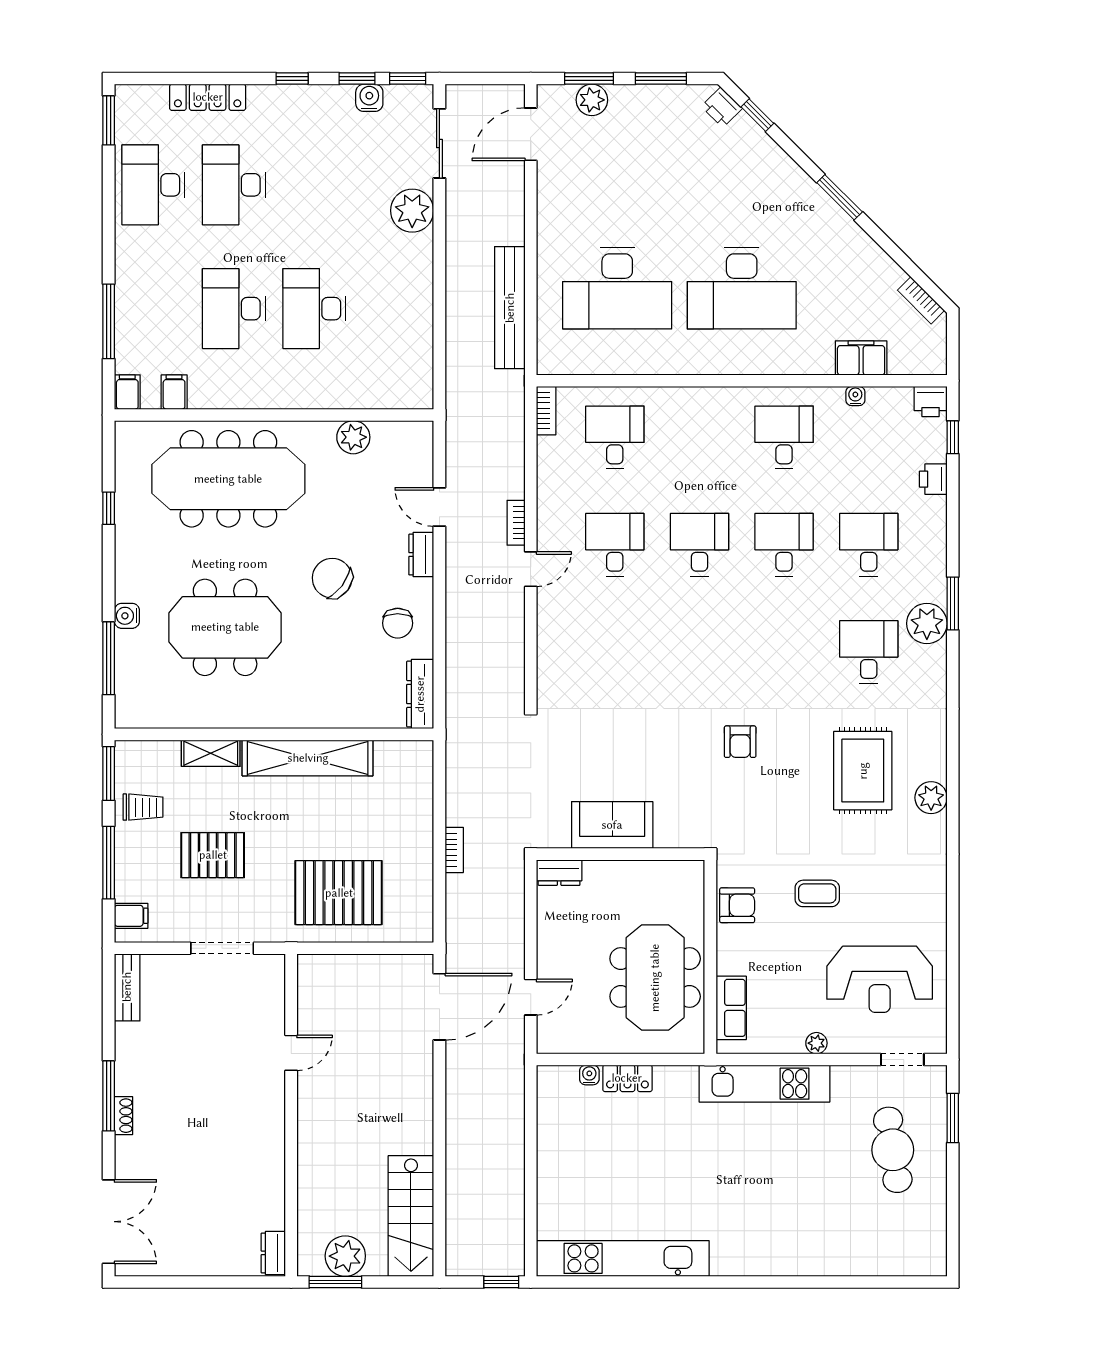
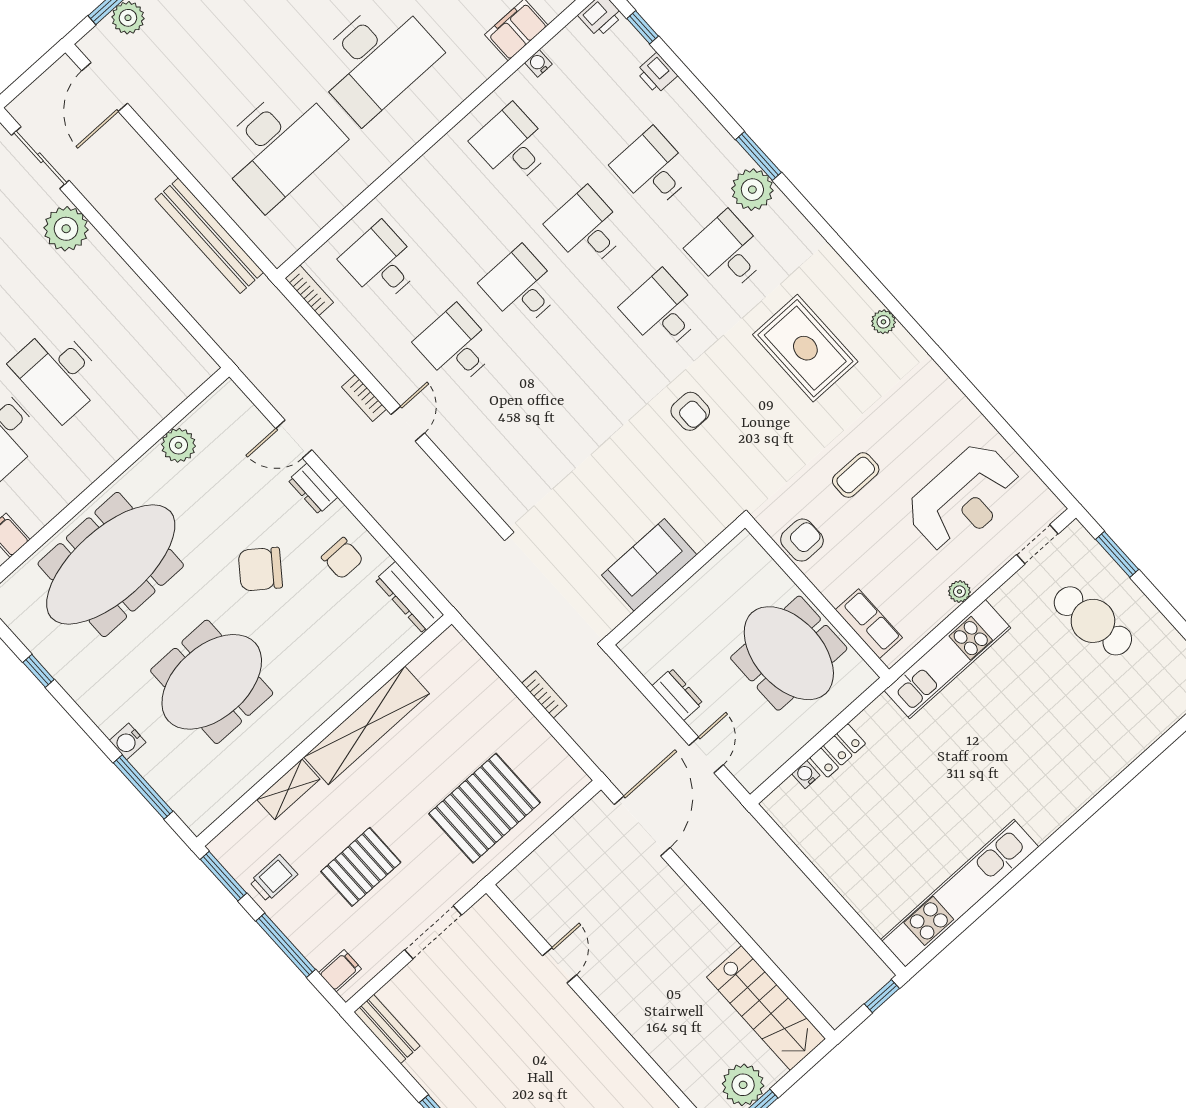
desk: (784, 652) -> (662, 311), added
plant: (931, 798) -> (883, 322), width x0.73, depth x0.73
dresser: (559, 873) -> (677, 694), moved, turned -90

